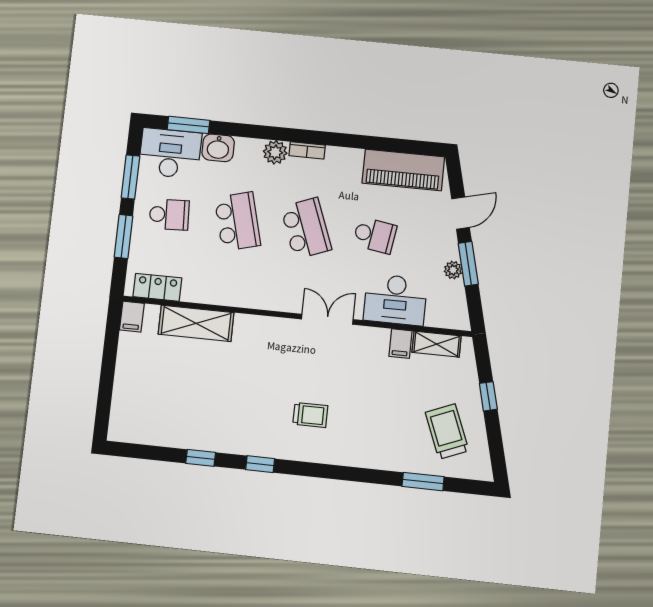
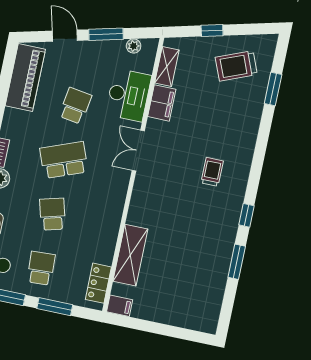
school desk: (238, 221) -> (52, 214), width x0.54
plant: (453, 270) -> (134, 46), moved
filing cabinet: (401, 344) -> (162, 103), width x2.00
window: (201, 458) -> (237, 262), width x1.50

